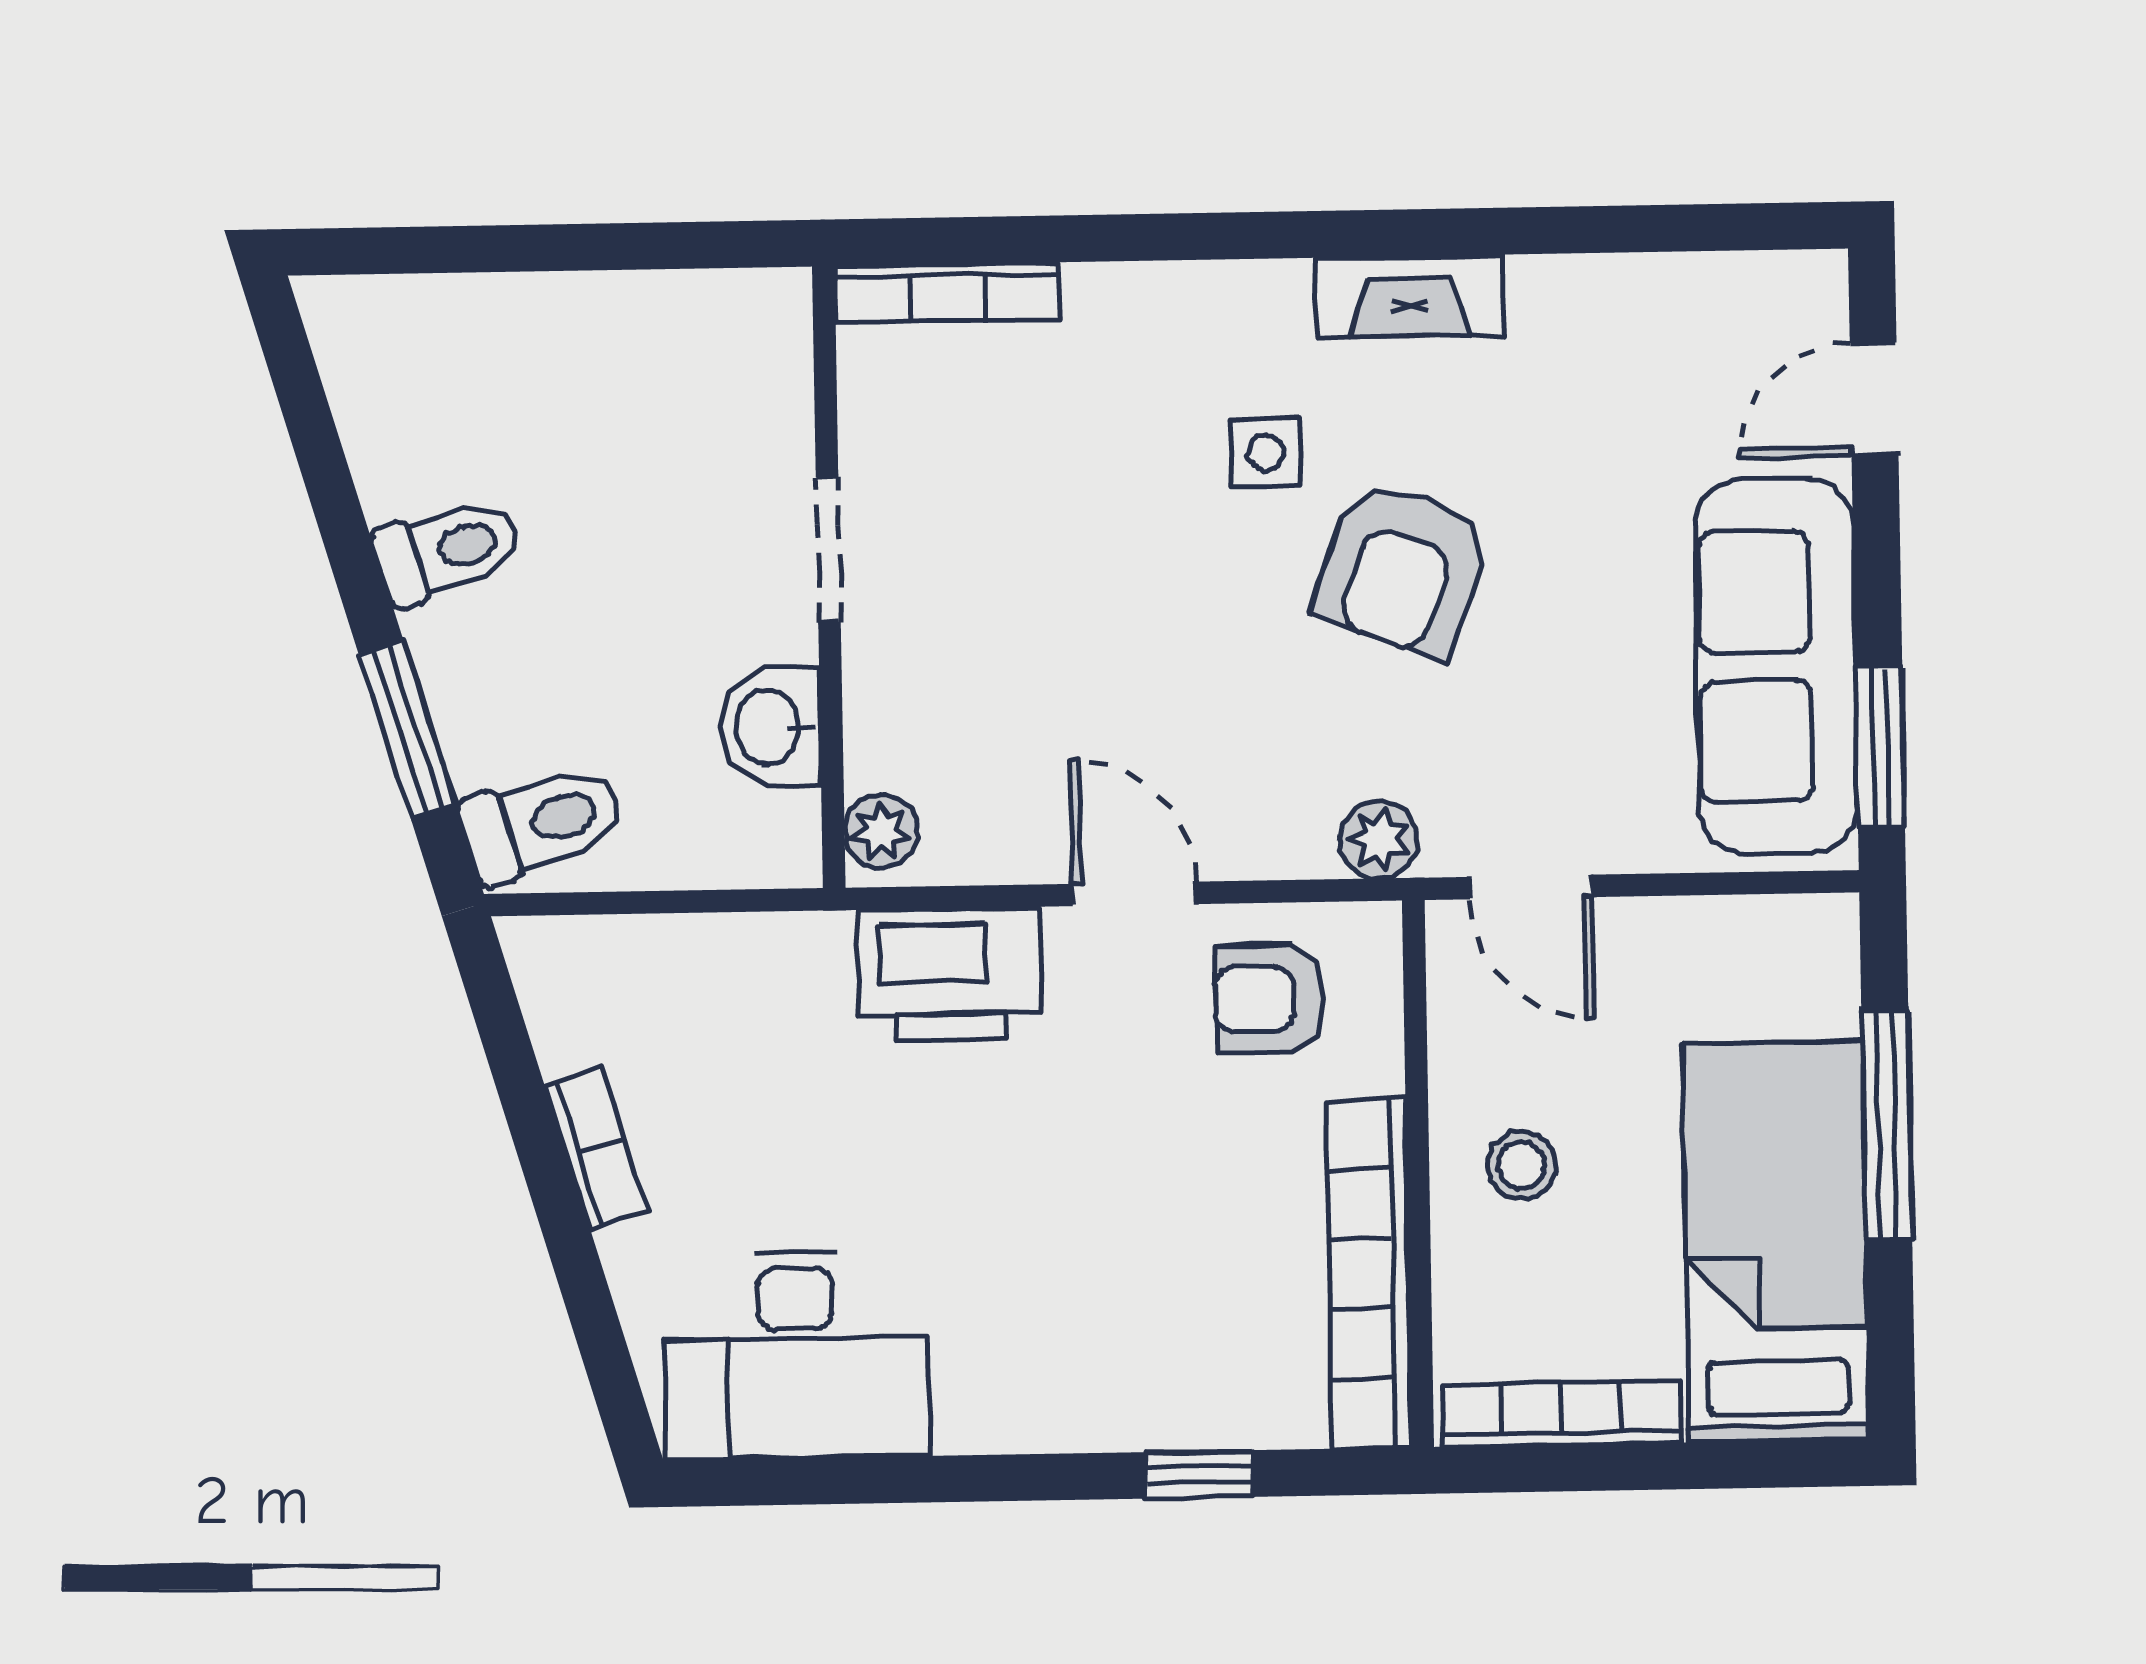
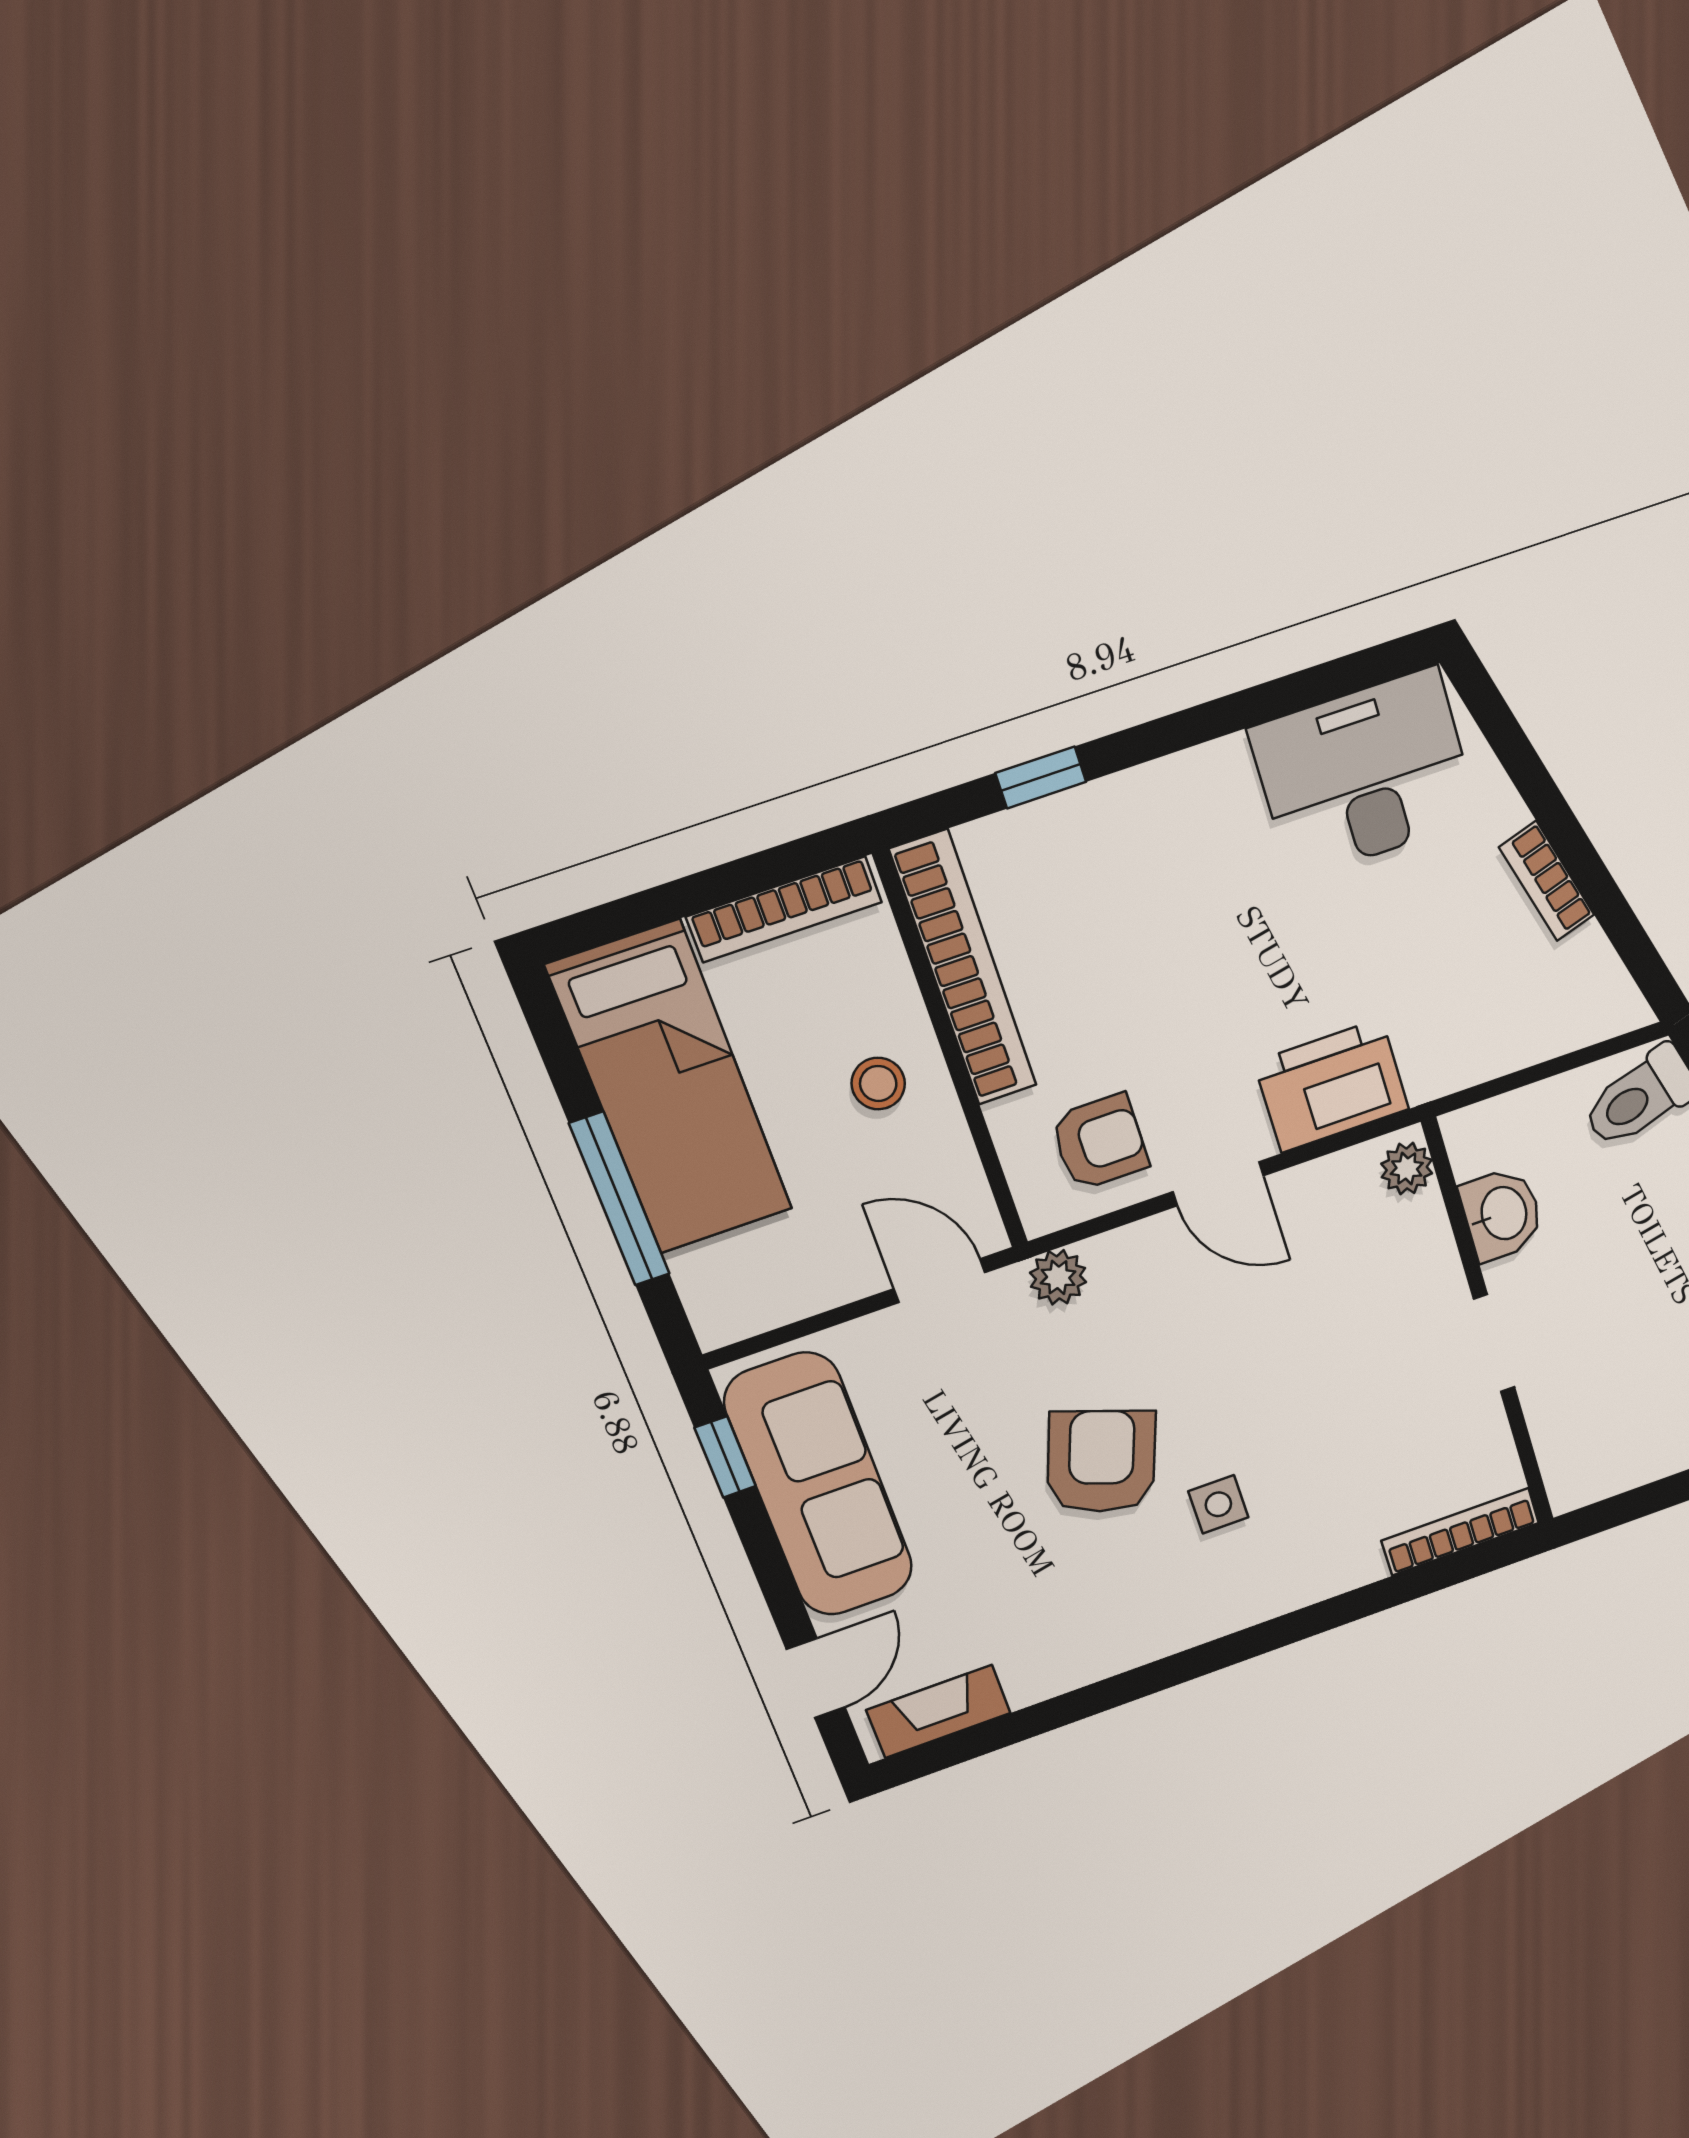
fireplace: (1410, 296) -> (939, 1712), moved
window: (1880, 747) -> (725, 1457), width x0.67

